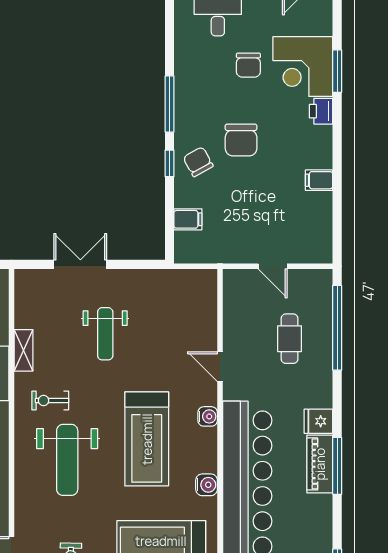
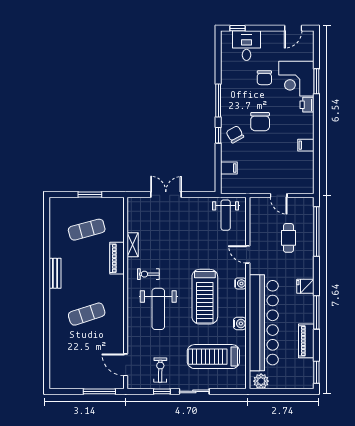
weight bench: (105, 334) -> (226, 215), moved
piano: (320, 464) -> (306, 341), moved

